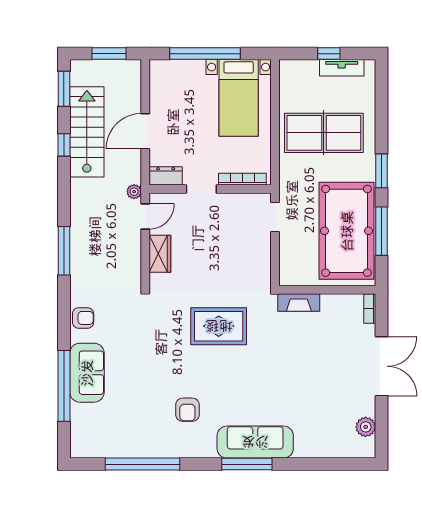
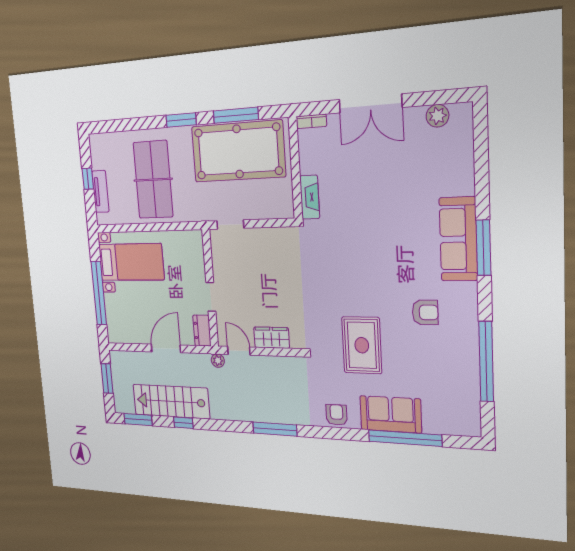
tv unit: (342, 68) -> (100, 191), moved
door: (145, 131) -> (166, 348), swing flipped
bookcase: (242, 179) -> (199, 257), removed
rug: (219, 326) -> (362, 345), moved
double door: (382, 366) -> (370, 103), swing flipped

